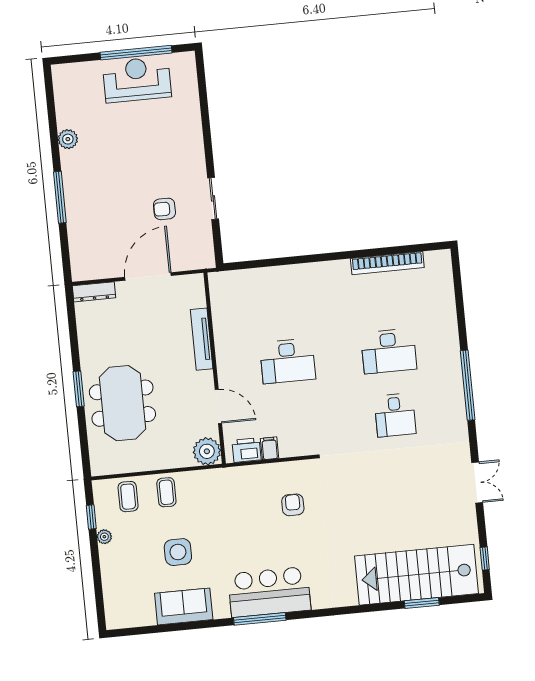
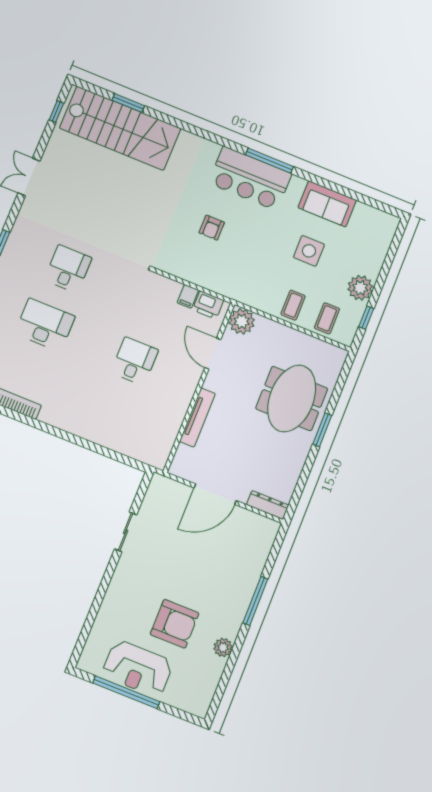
armchair: (164, 209) -> (175, 624), moved, width x1.88, depth x1.88
desk: (288, 361) -> (135, 361), width x0.73
armchair: (293, 505) -> (212, 228), moved
plant: (104, 537) -> (360, 288), width x1.88, depth x1.88

